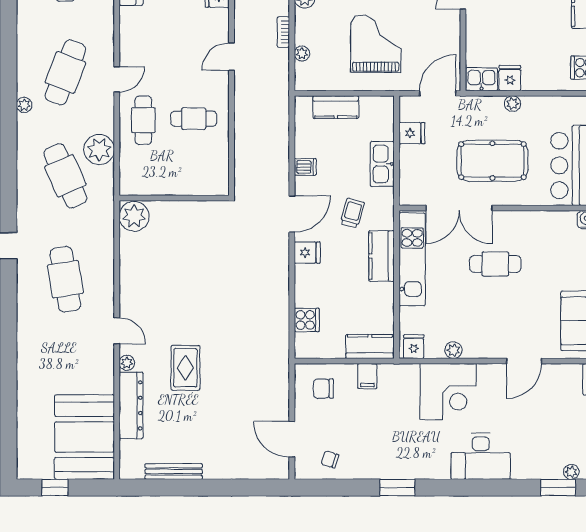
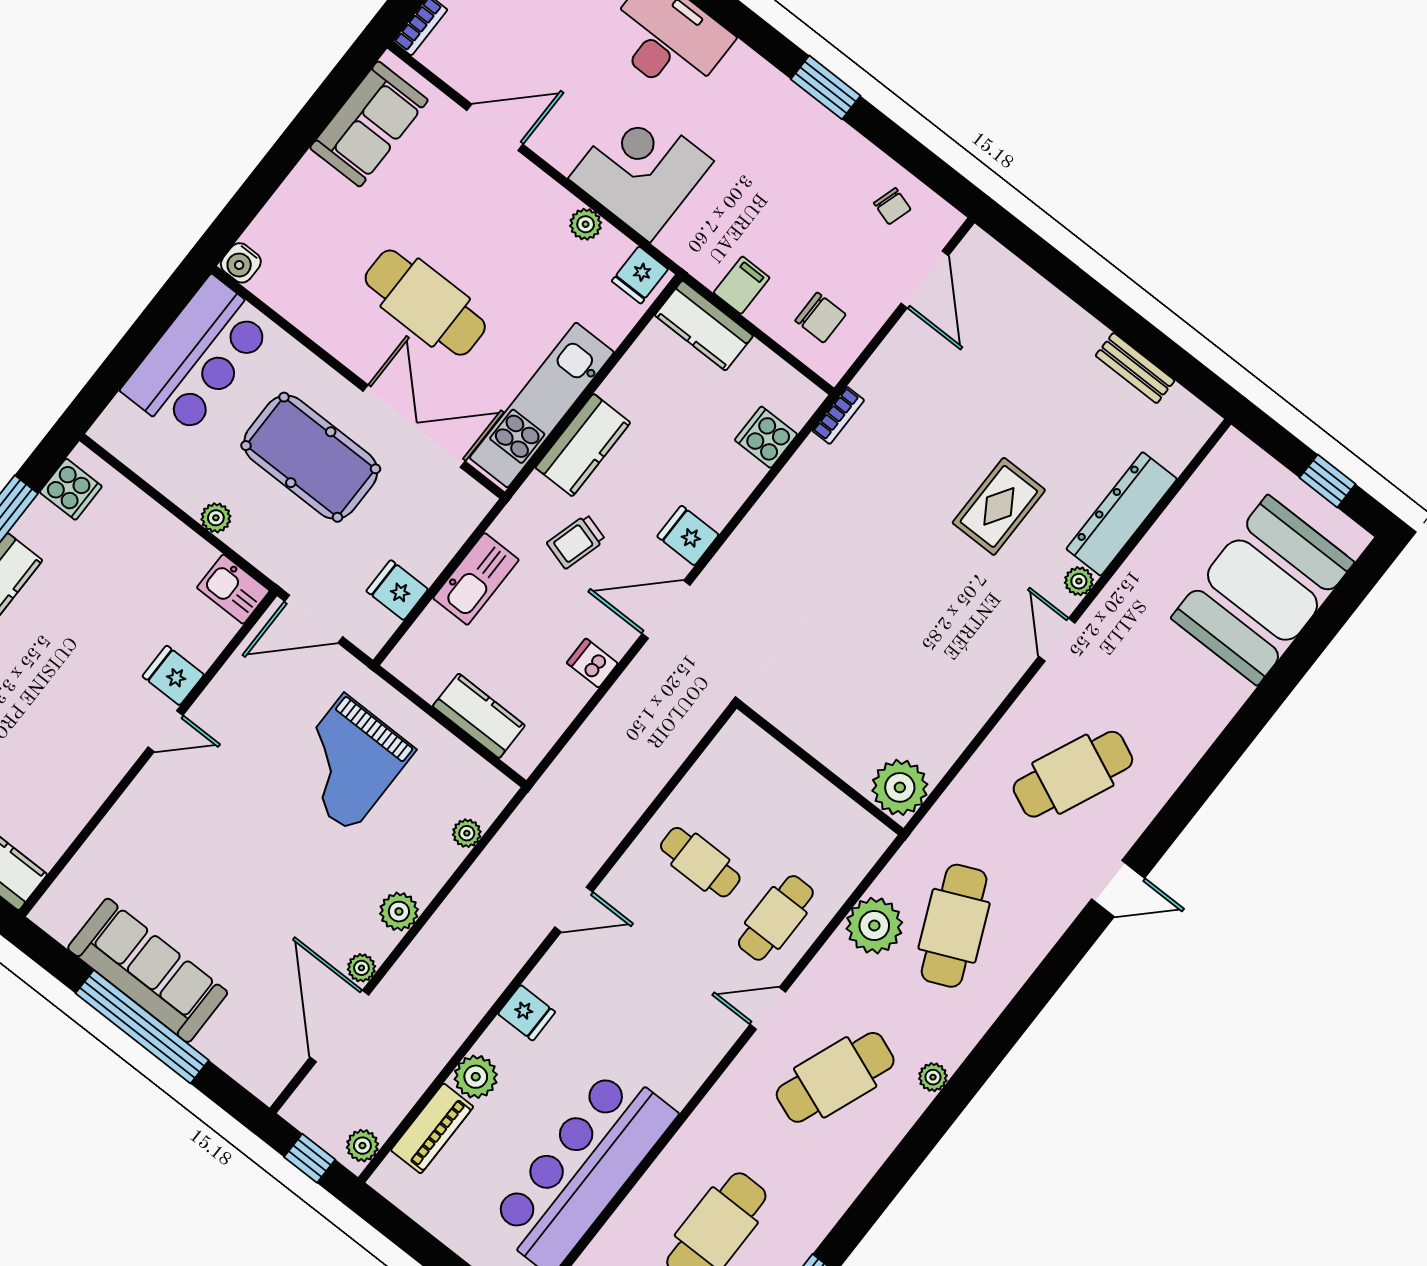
bookcase: (283, 32) -> (838, 415), moved
fridge: (510, 78) -> (173, 675), moved, turned 90
cafe table: (495, 264) -> (425, 303), width x1.37, depth x1.35
cafe table: (65, 279) -> (1073, 774), turned 33
booth: (85, 437) -> (1263, 590), moved
bench: (174, 471) -> (1135, 368), width x0.73

